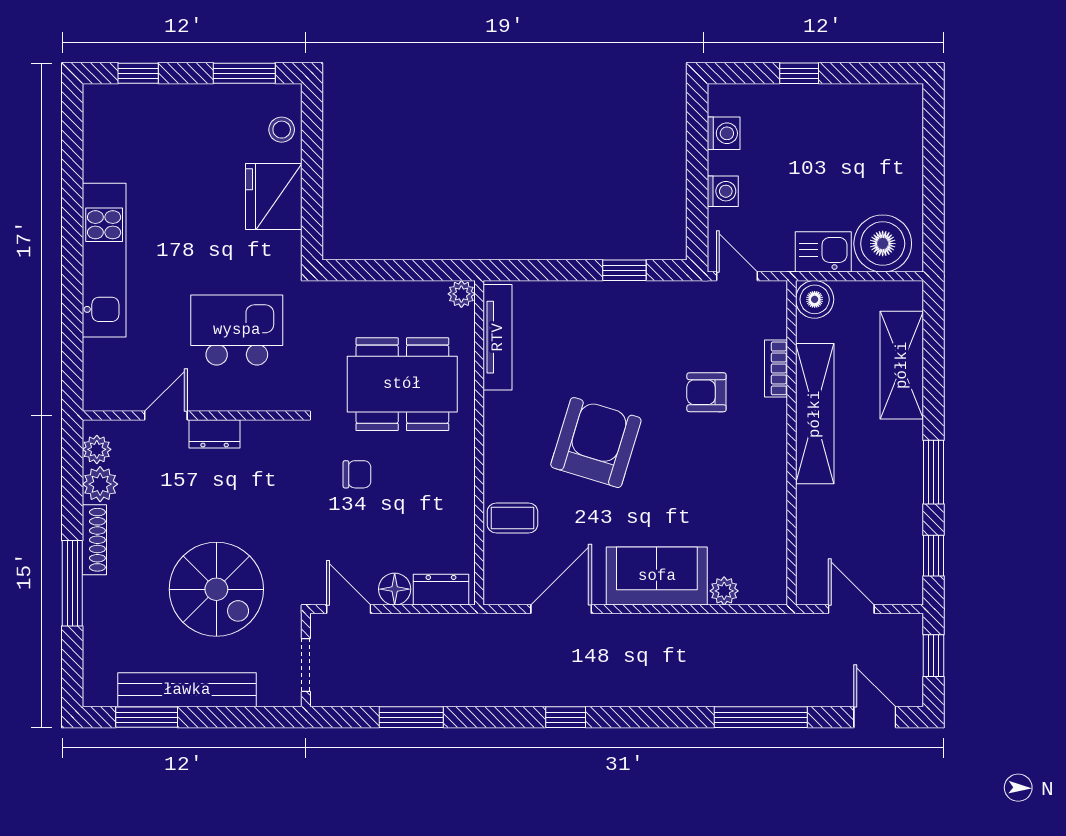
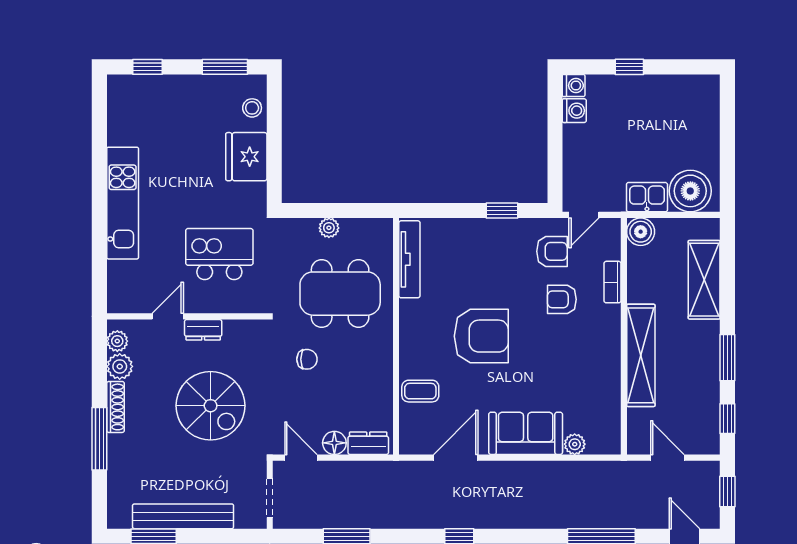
washing machine: (723, 191) -> (574, 85), moved
door: (737, 276) -> (584, 215), swing flipped
plant: (461, 294) -> (329, 228), moved
armchair: (693, 326) -> (552, 251), added
shelving: (815, 414) -> (641, 355), moved
armchair: (596, 443) -> (481, 336), turned 73
spiral stairs: (216, 589) -> (211, 406), moved

